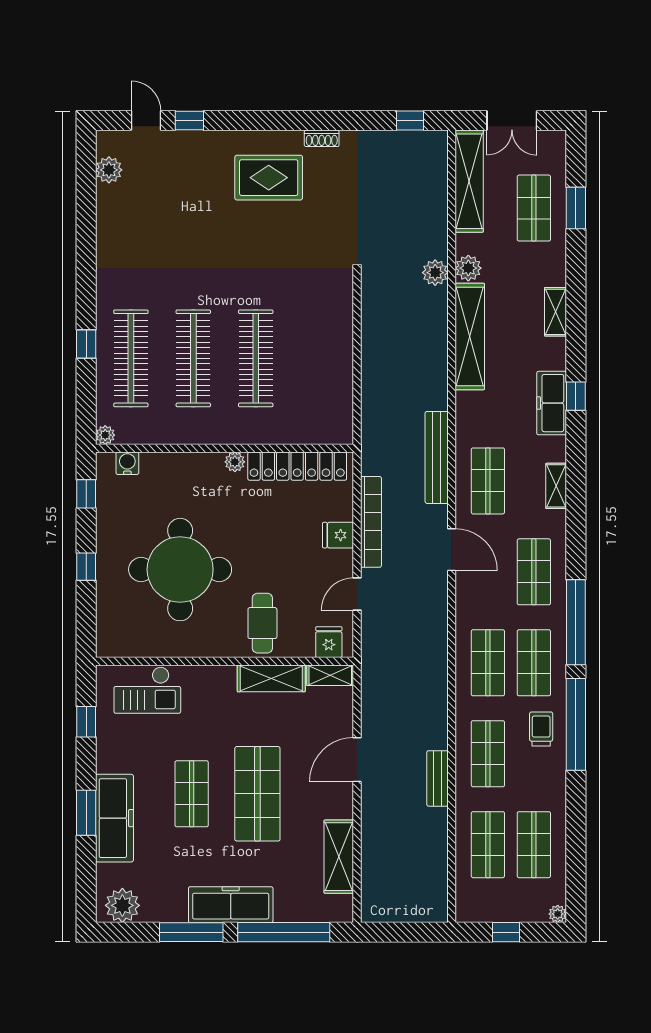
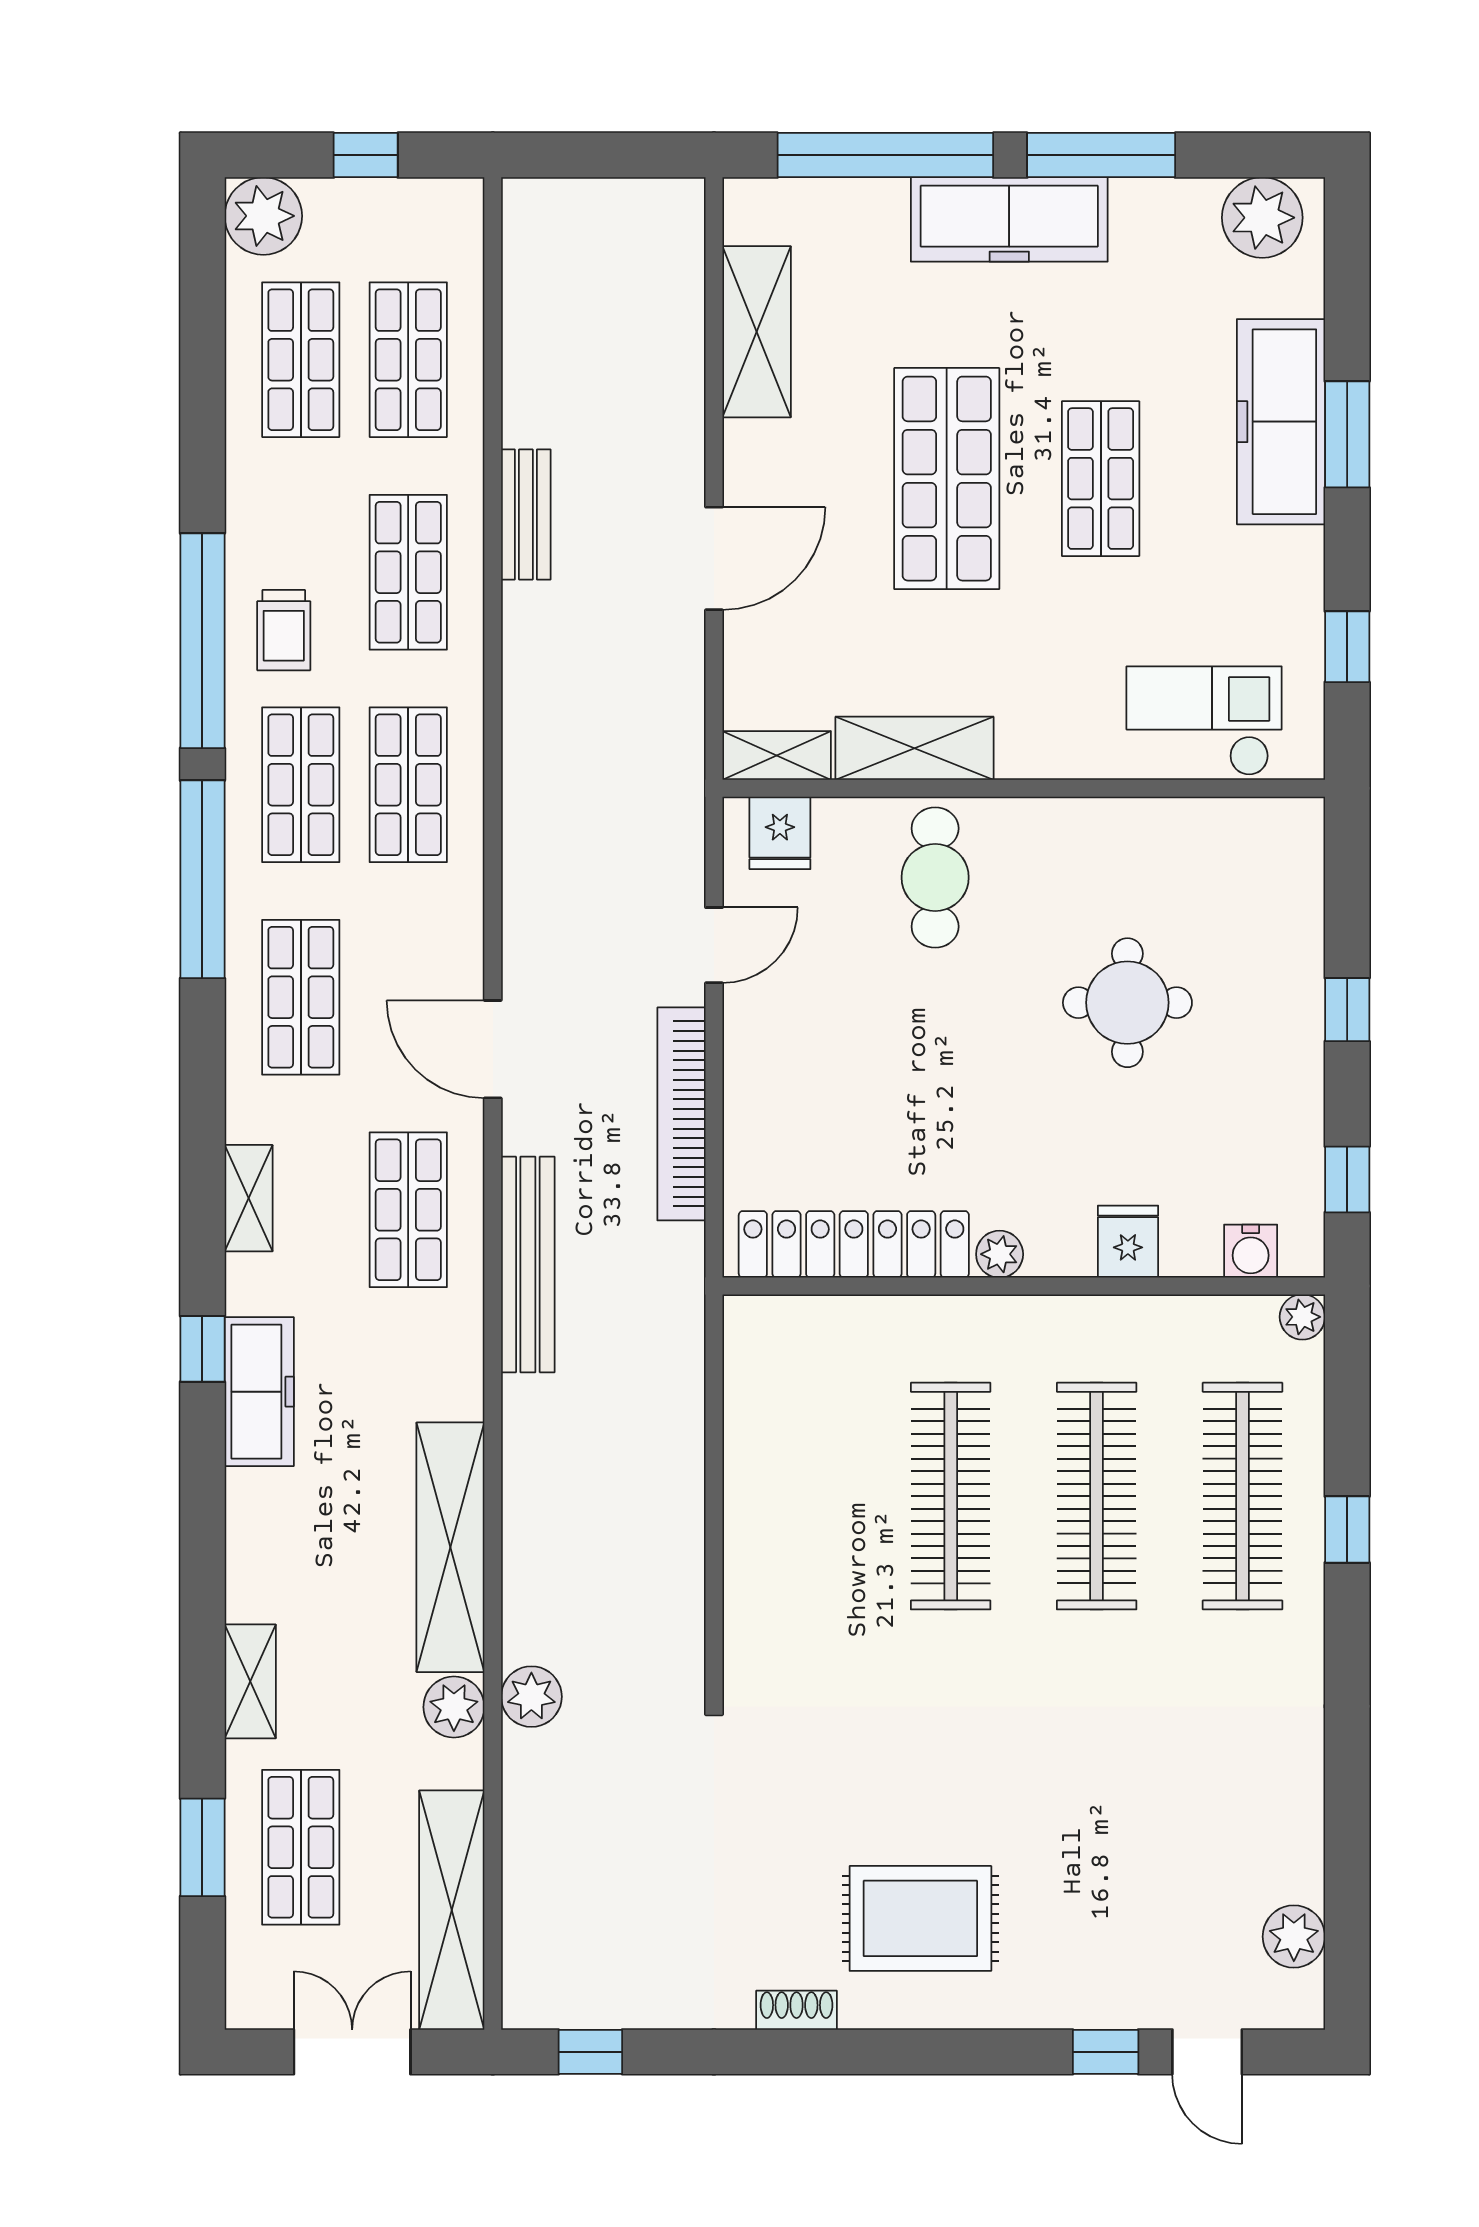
shelving: (555, 312) -> (250, 1681), moved
window: (576, 396) -> (202, 1349), moved
fridge: (338, 535) -> (1128, 1242), moved, turned -90
round table: (180, 570) -> (1127, 1003), width x0.54, depth x0.54
plant: (558, 914) -> (263, 216), width x1.87, depth x1.87

